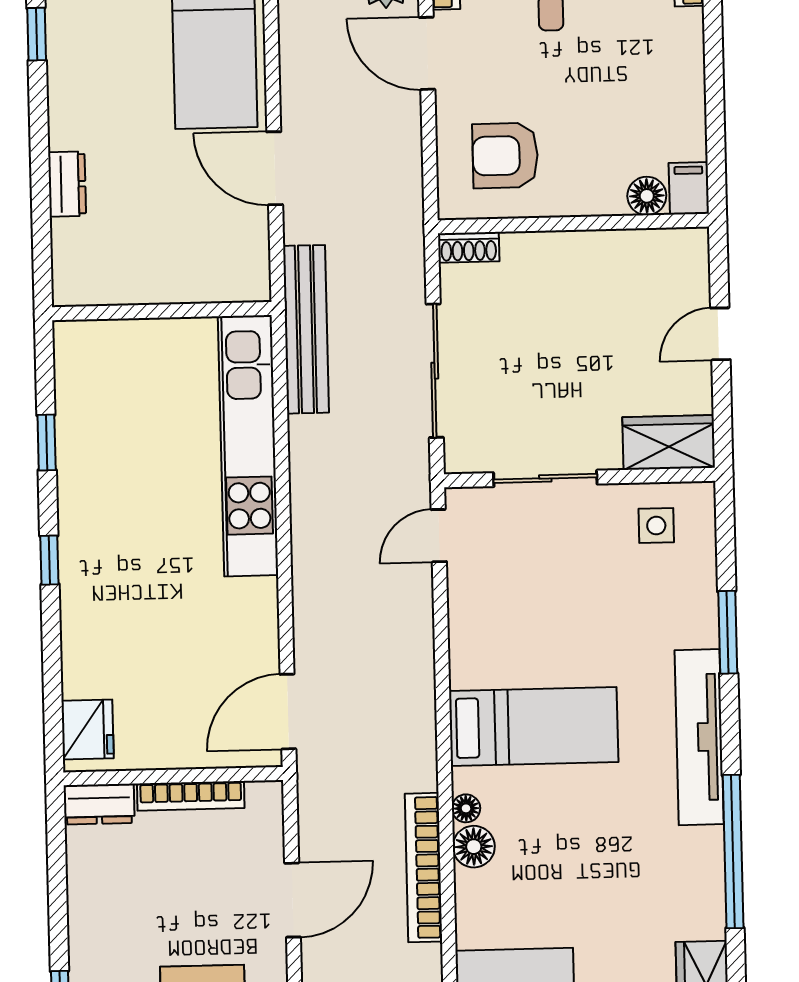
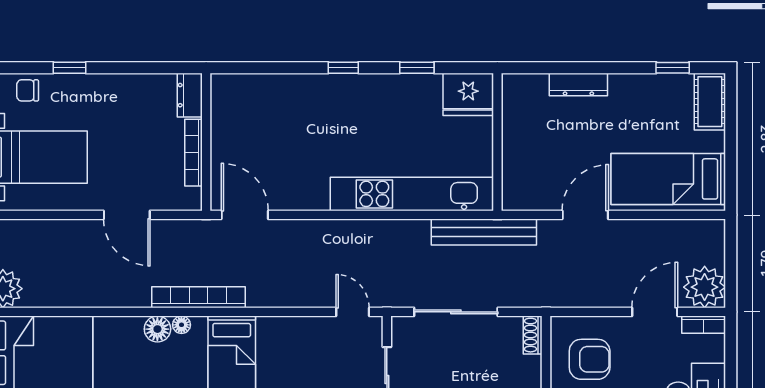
armchair: (505, 156) -> (590, 359), turned 90
dresser: (67, 184) -> (578, 85), width x1.44
fridge: (88, 730) -> (468, 94), moved, width x1.36, depth x1.34
bookcase: (424, 868) -> (199, 297), moved

